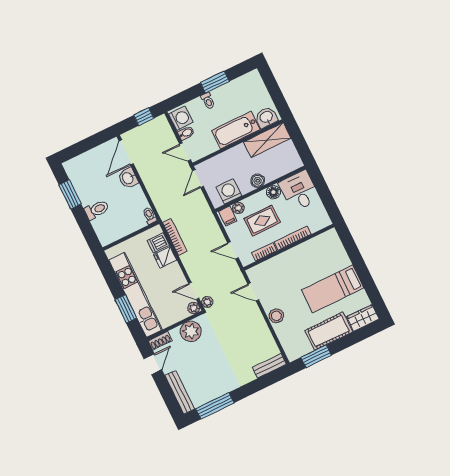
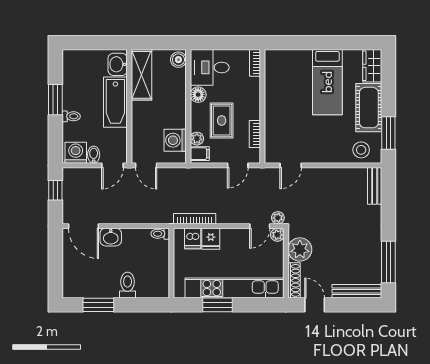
boiler: (258, 181) -> (178, 60), moved
bookcase: (293, 238) -> (255, 63), moved, width x0.64
window: (126, 309) -> (217, 305), moved
stool: (276, 316) -> (361, 150), moved
shoe rack: (160, 341) -> (294, 280), width x1.43

